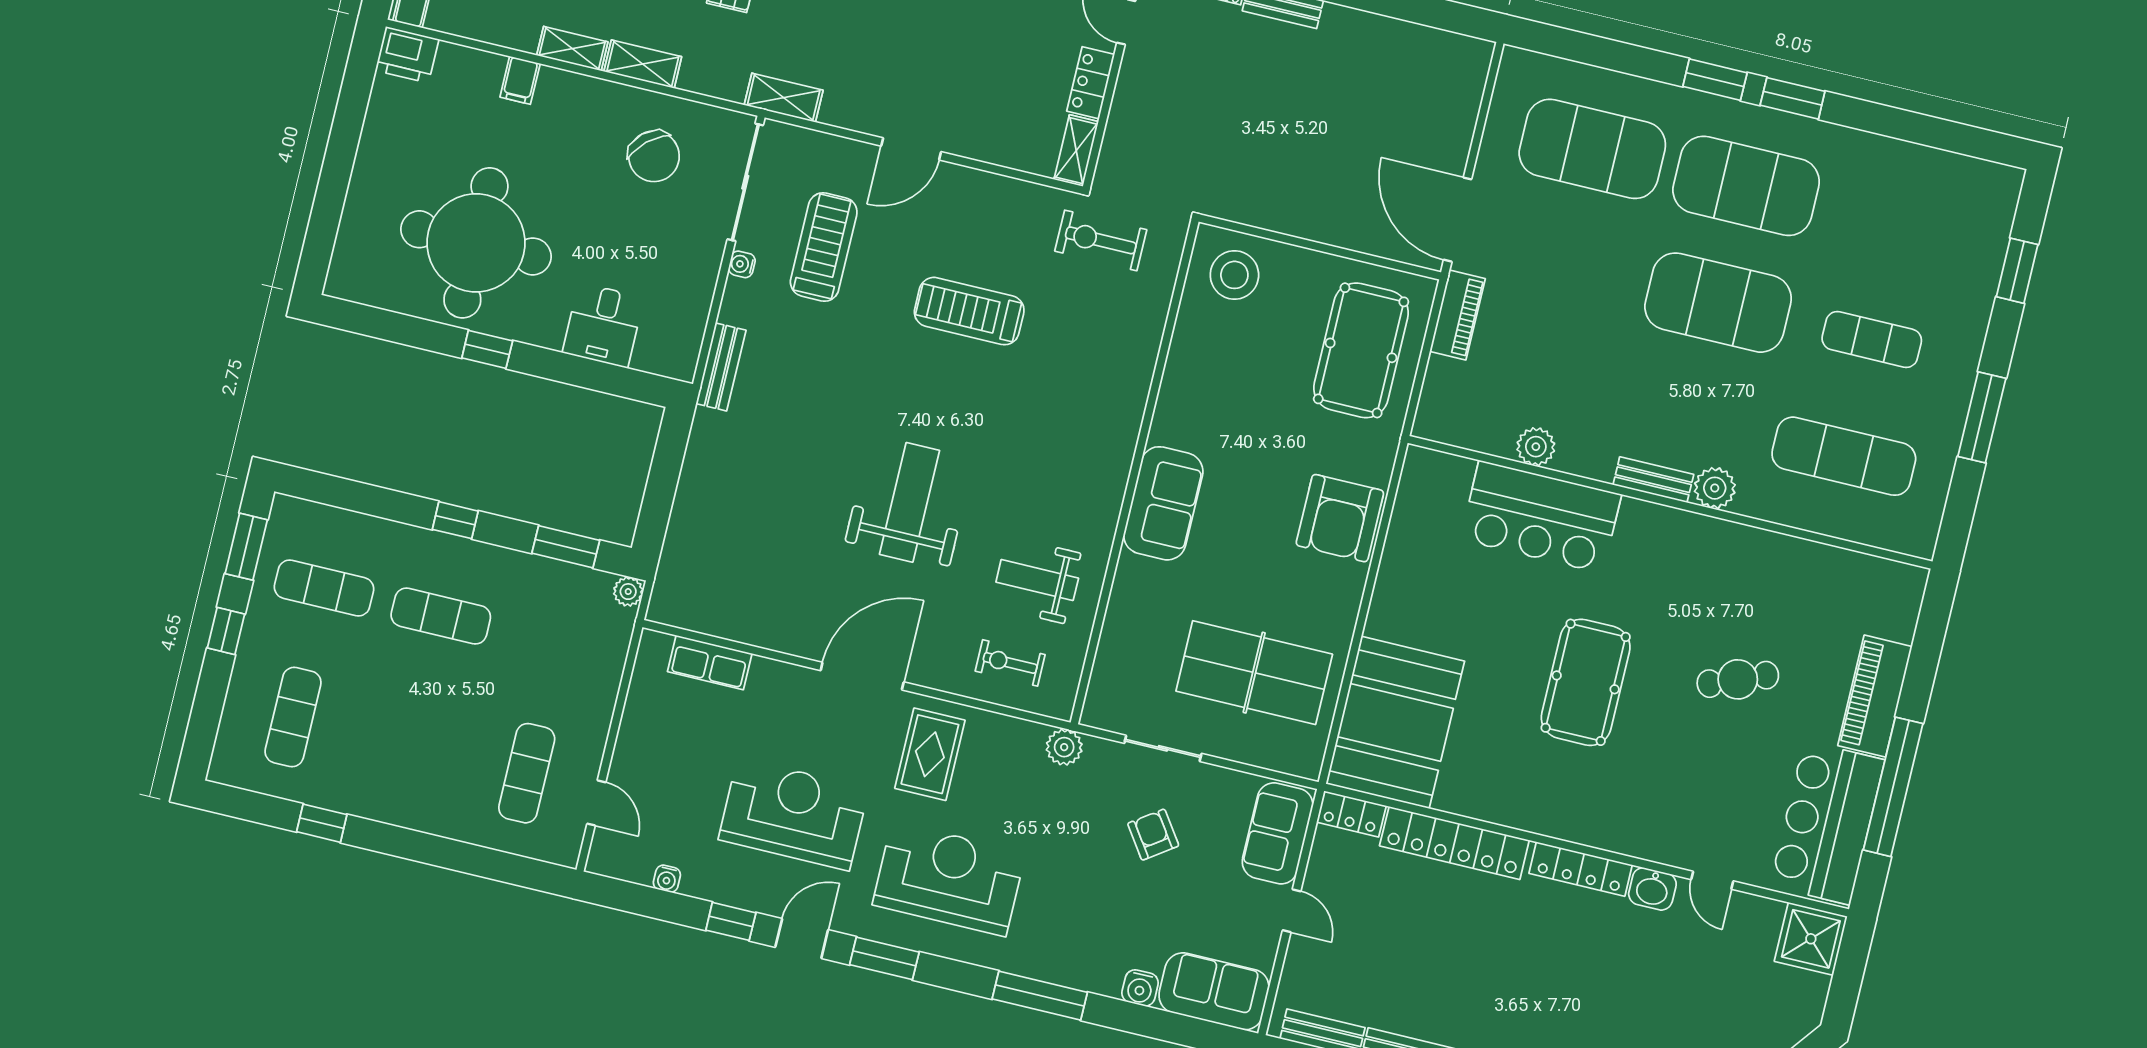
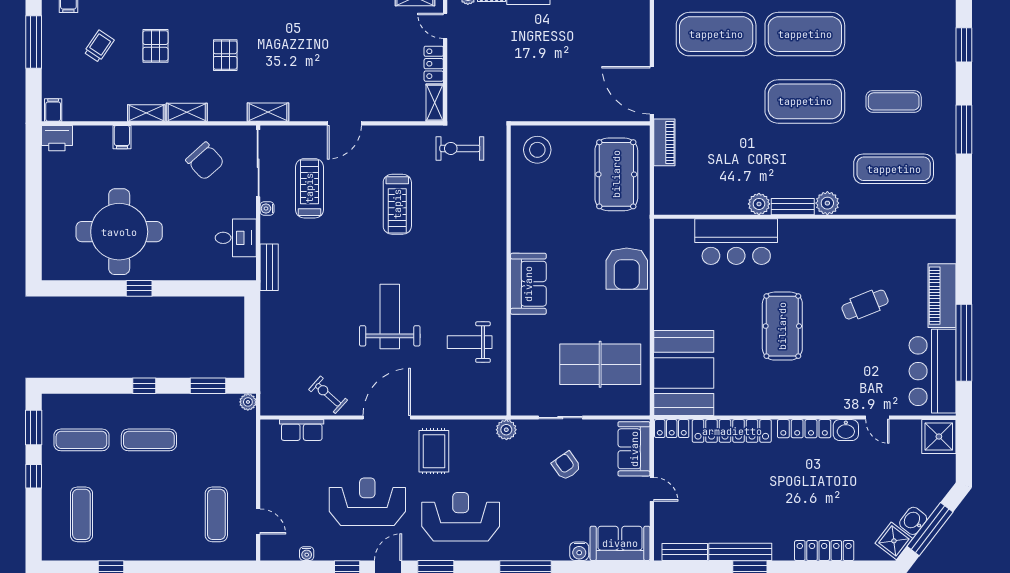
treadmill: (969, 311) -> (397, 204), turned -90
desk: (603, 325) -> (236, 238), moved, turned -90
plant: (1536, 447) -> (759, 204), moved
exercise bike: (1010, 663) -> (328, 395), moved, turned 42

